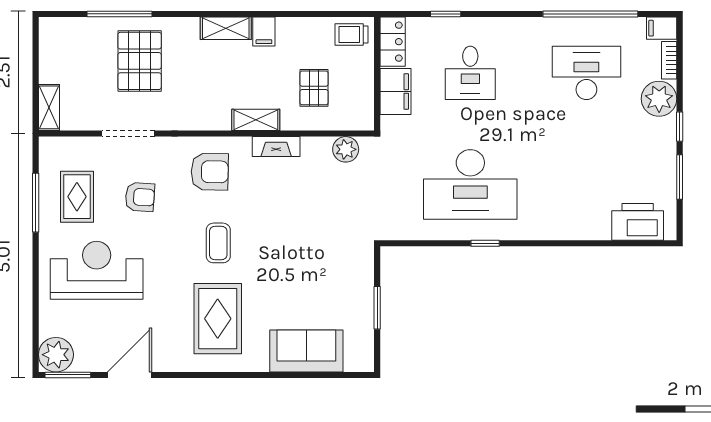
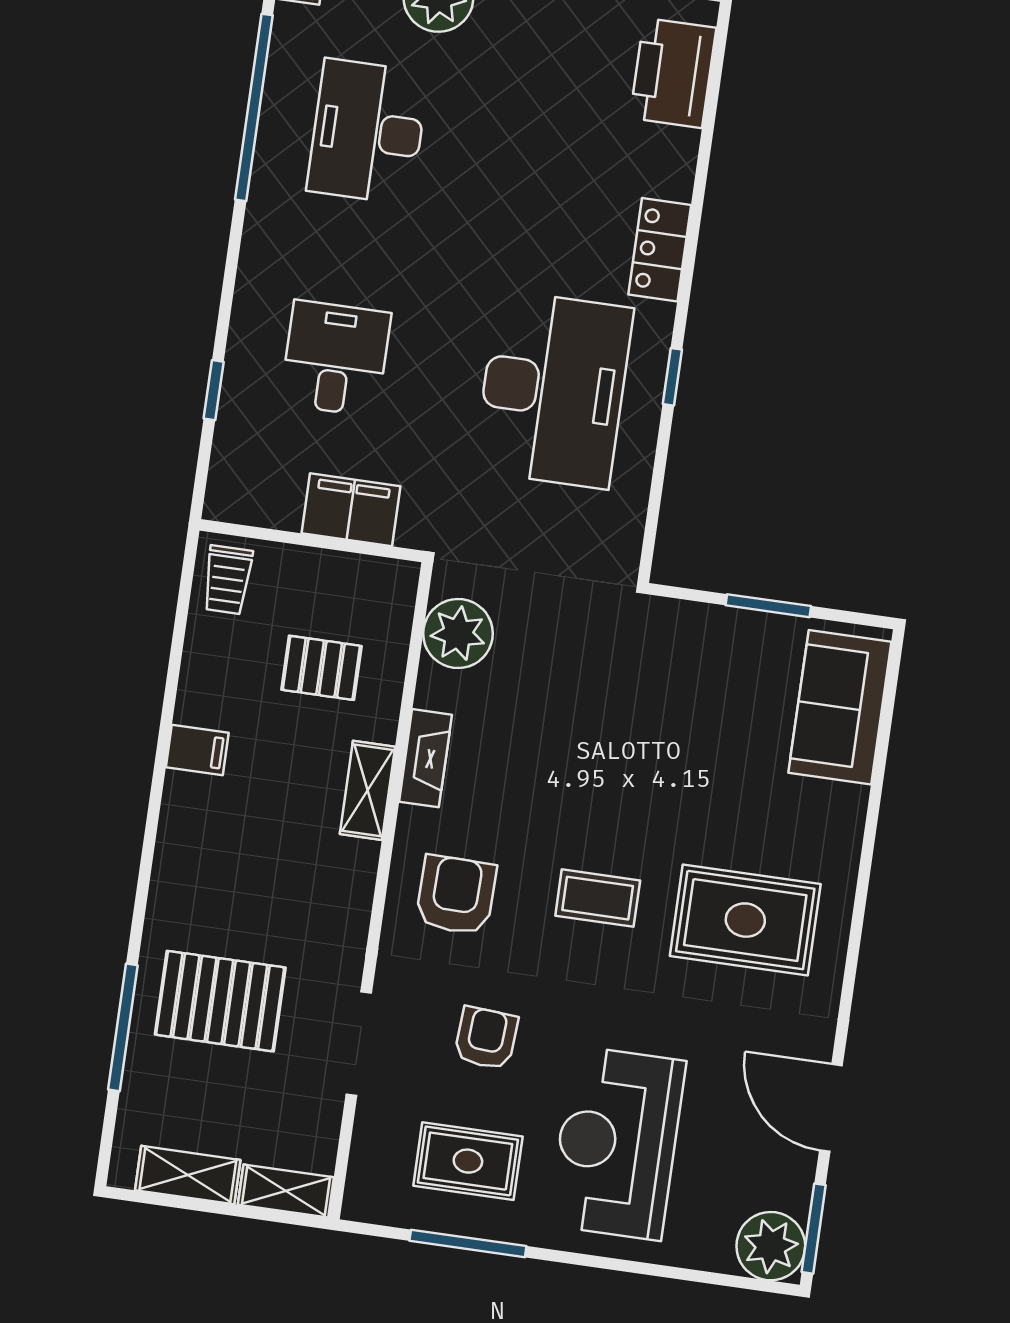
shelving: (226, 28) -> (188, 1175), moved, turned 90
locker: (393, 42) -> (660, 250), moved, turned -90
desk: (470, 73) -> (335, 358), turned -90
plant: (346, 149) -> (458, 634), width x1.36, depth x1.36
sofa: (306, 351) -> (840, 707), moved

